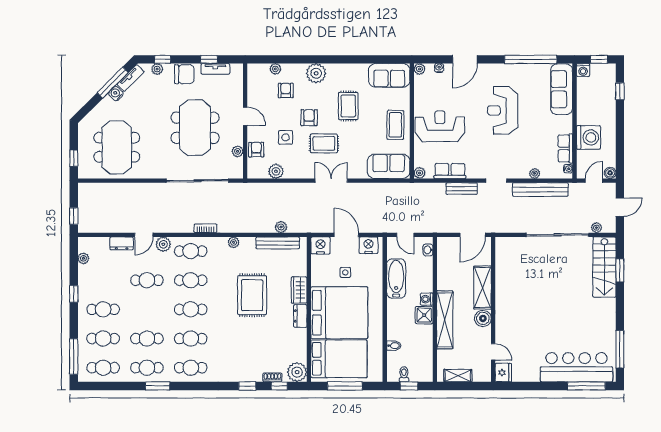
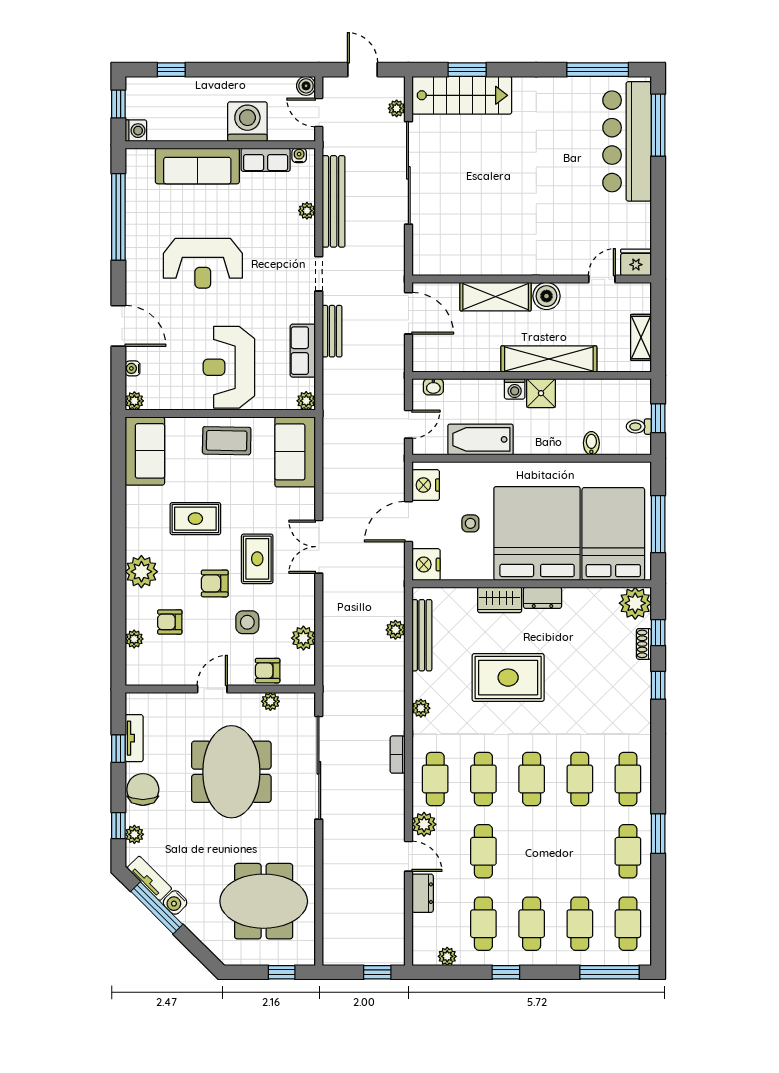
sofa: (562, 89) -> (197, 166), moved
meeting table: (195, 128) -> (231, 772), turned 90
cafe table: (147, 339) -> (483, 924), moved

